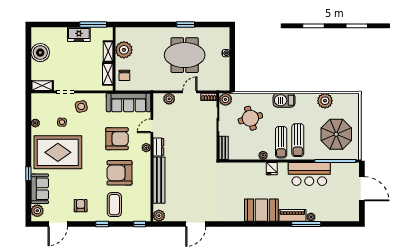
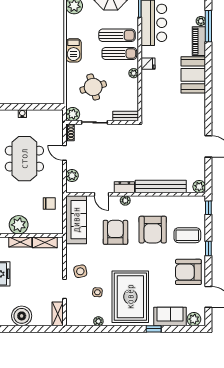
chair: (124, 75) -> (49, 203), moved
armchair: (81, 206) -> (188, 272), width x1.88, depth x1.88

